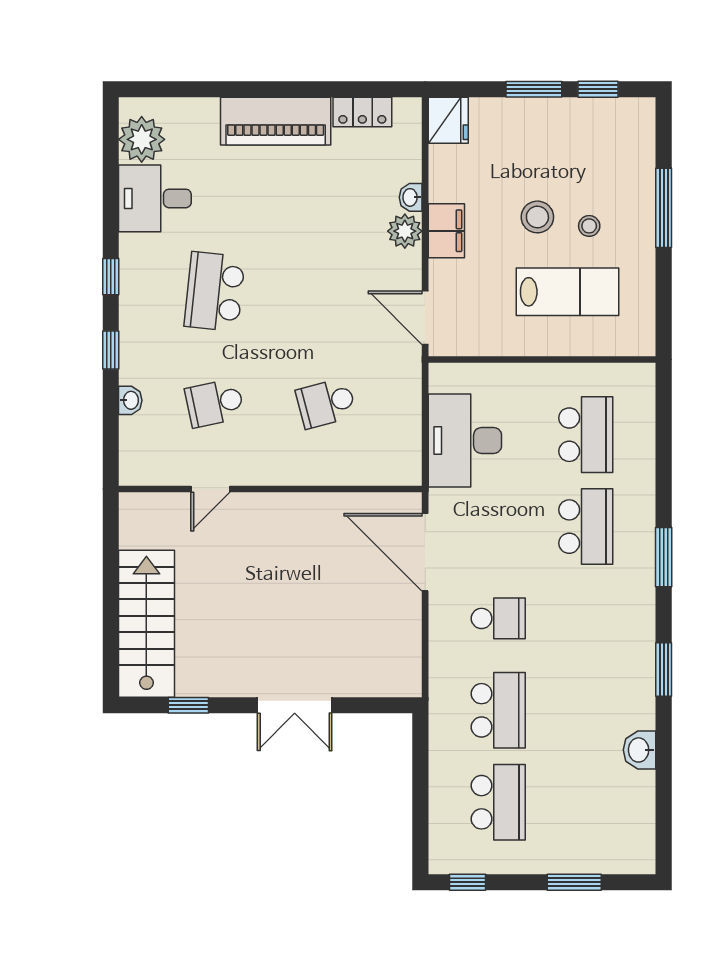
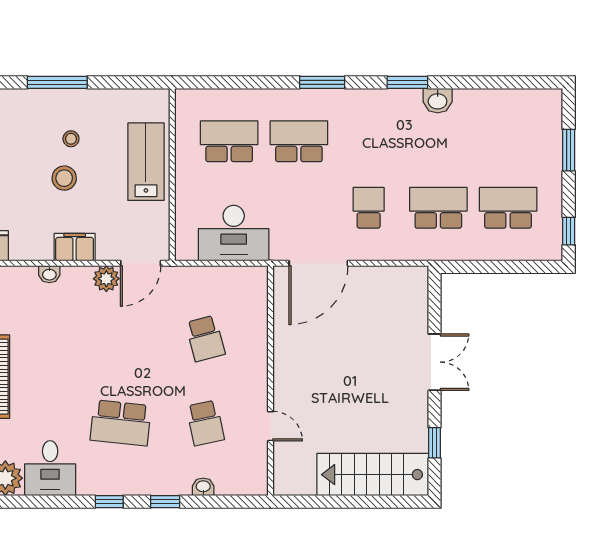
plant: (405, 231) -> (106, 279), moved
lab bench: (568, 292) -> (146, 162), moved
washbasin: (640, 750) -> (438, 101), moved

